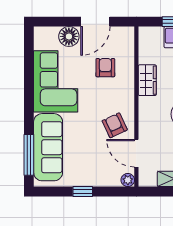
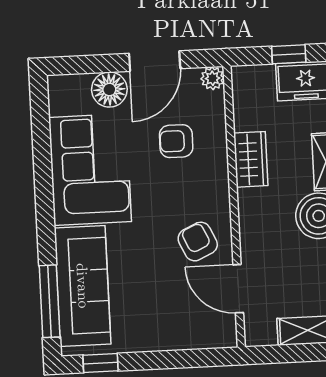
armchair: (105, 68) -> (176, 141), turned -90
plant: (128, 180) -> (212, 78), moved
window: (83, 191) -> (101, 363), moved

